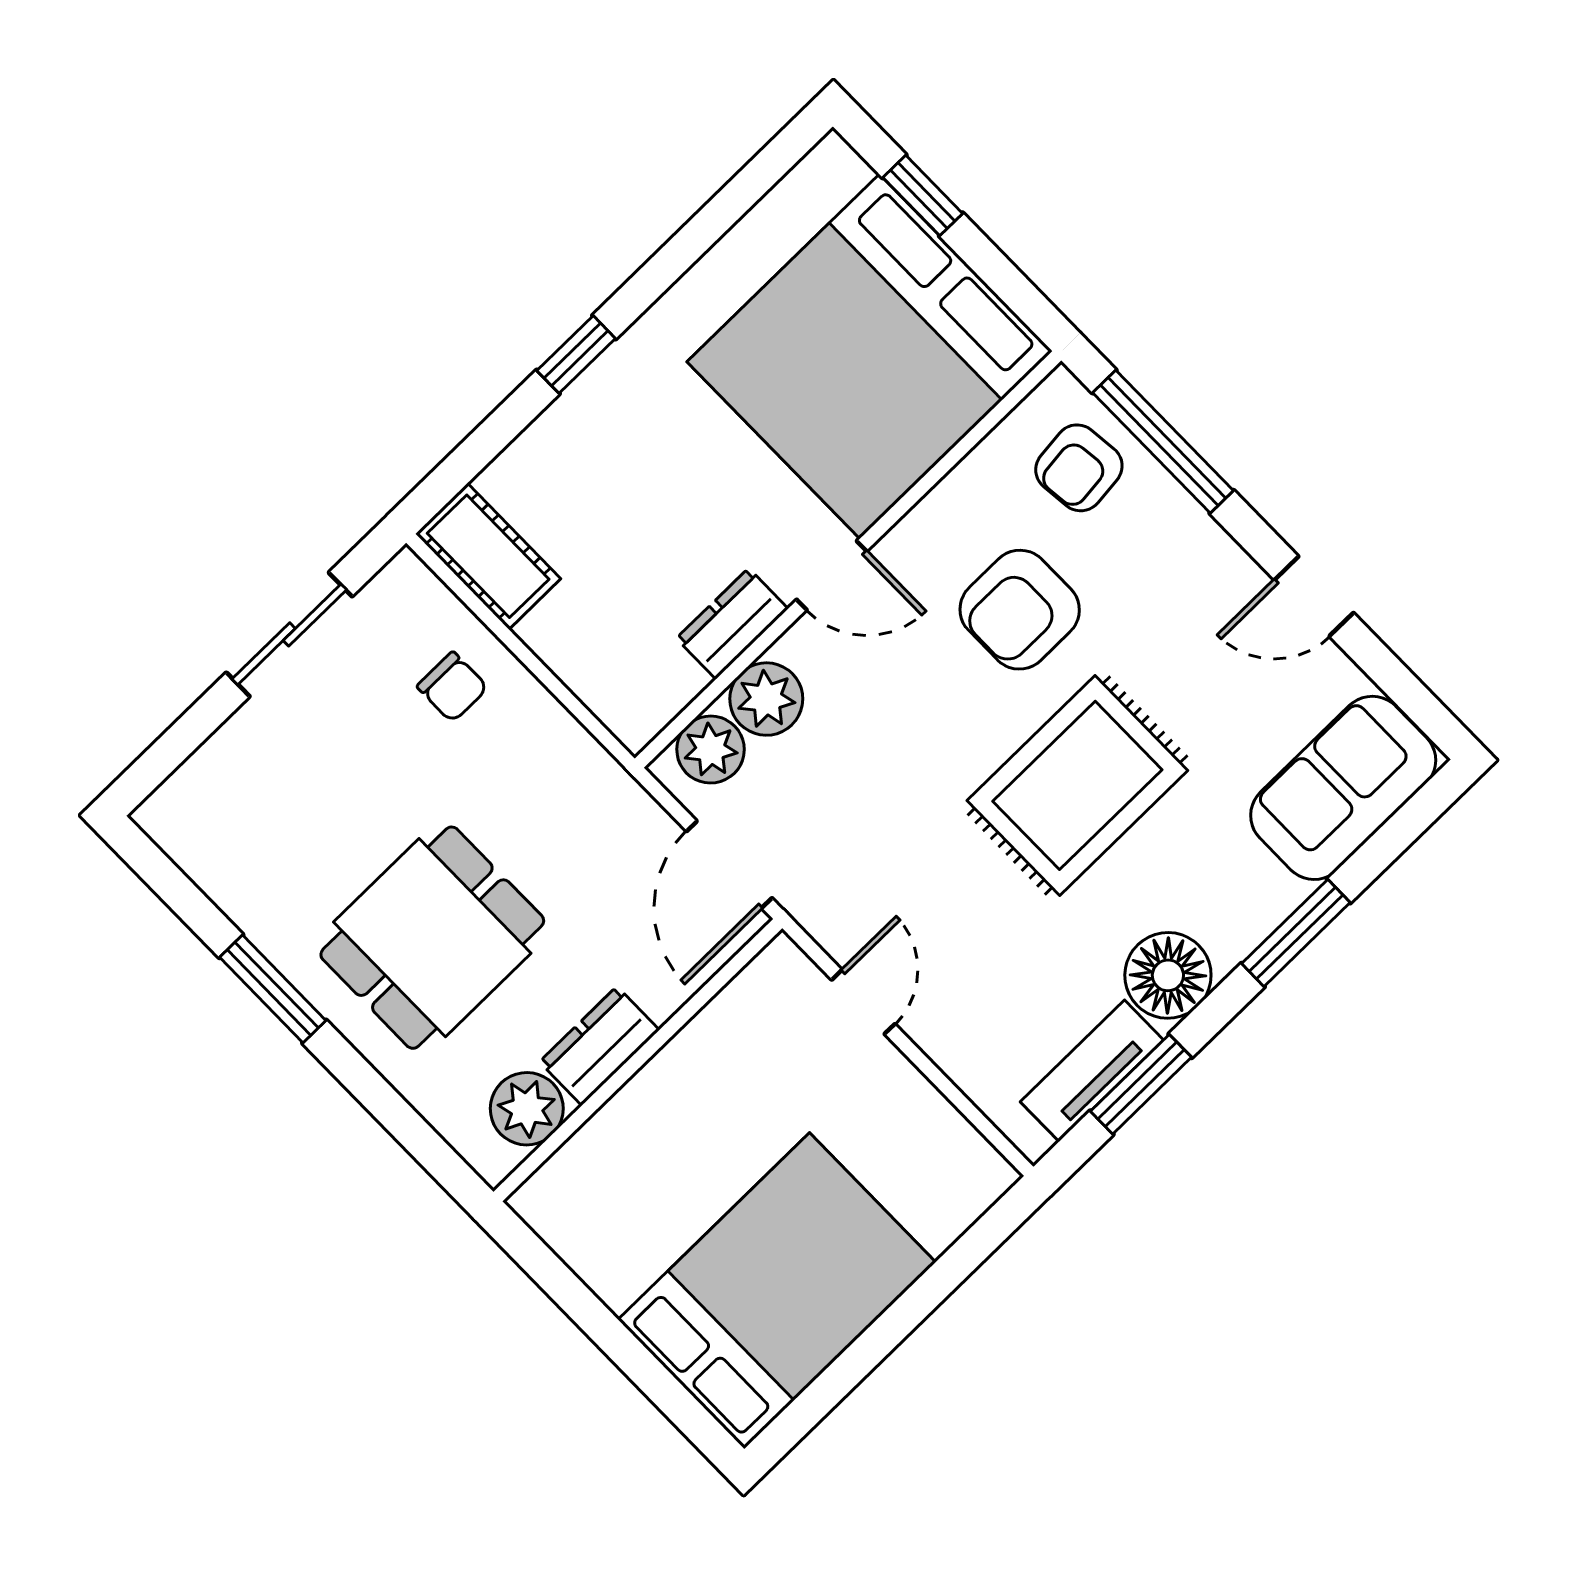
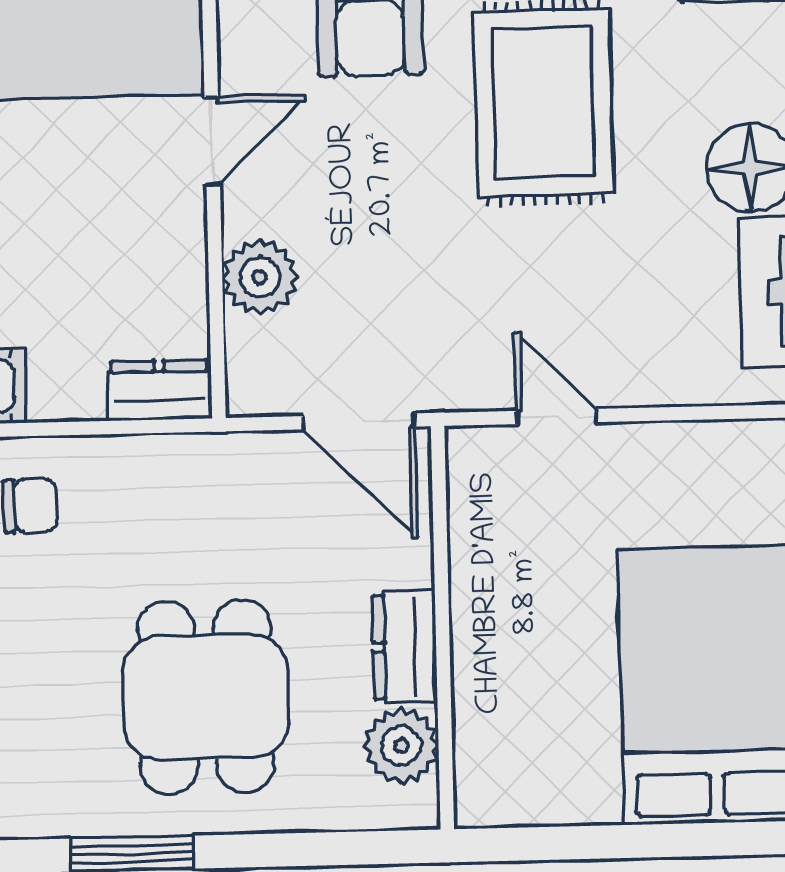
dresser: (732, 624) -> (159, 390), moved, turned 90
plant: (711, 750) -> (259, 355), removed

